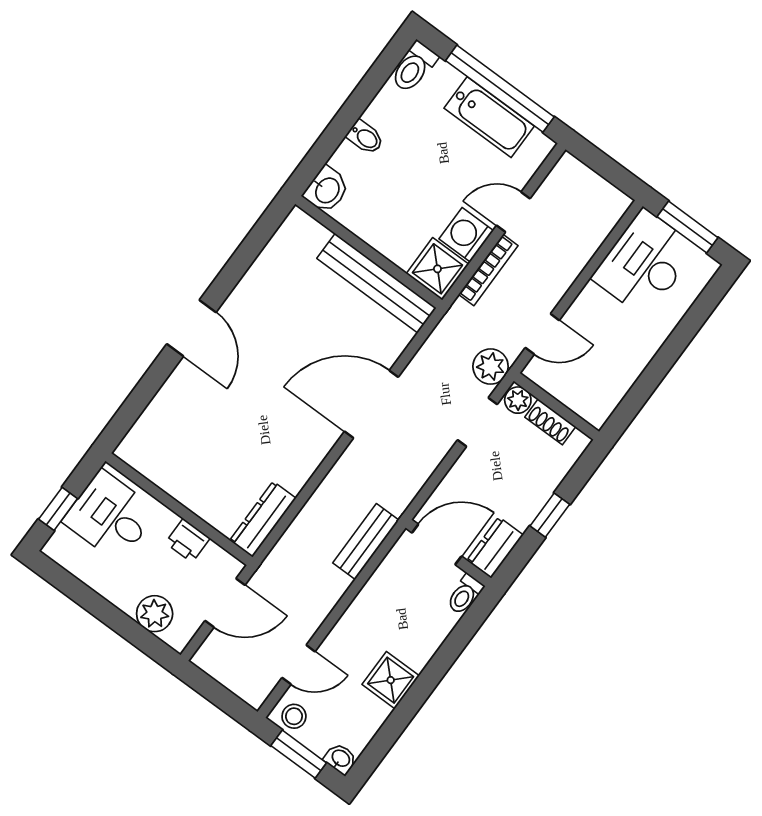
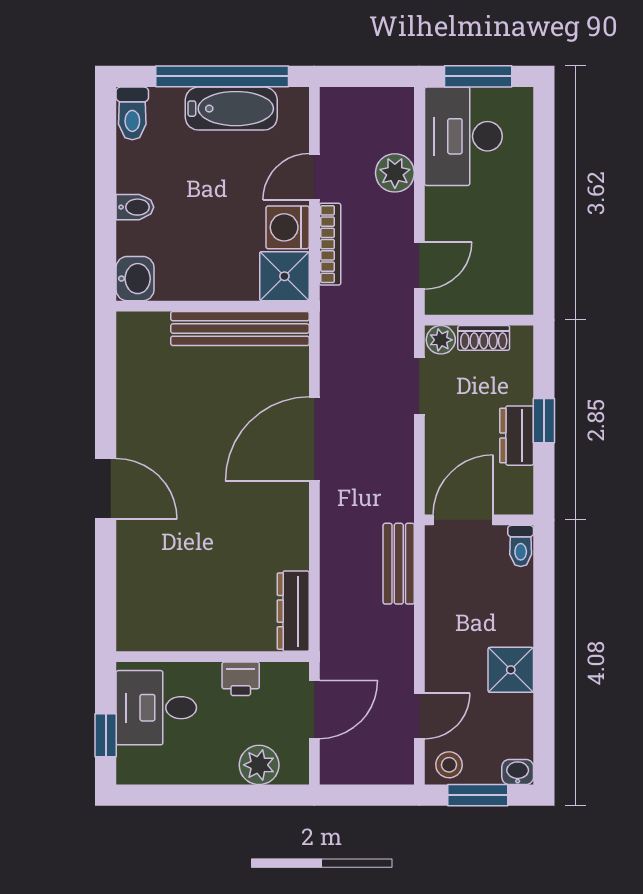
plant: (491, 367) -> (395, 173), moved
dresser: (495, 548) -> (517, 436), moved

